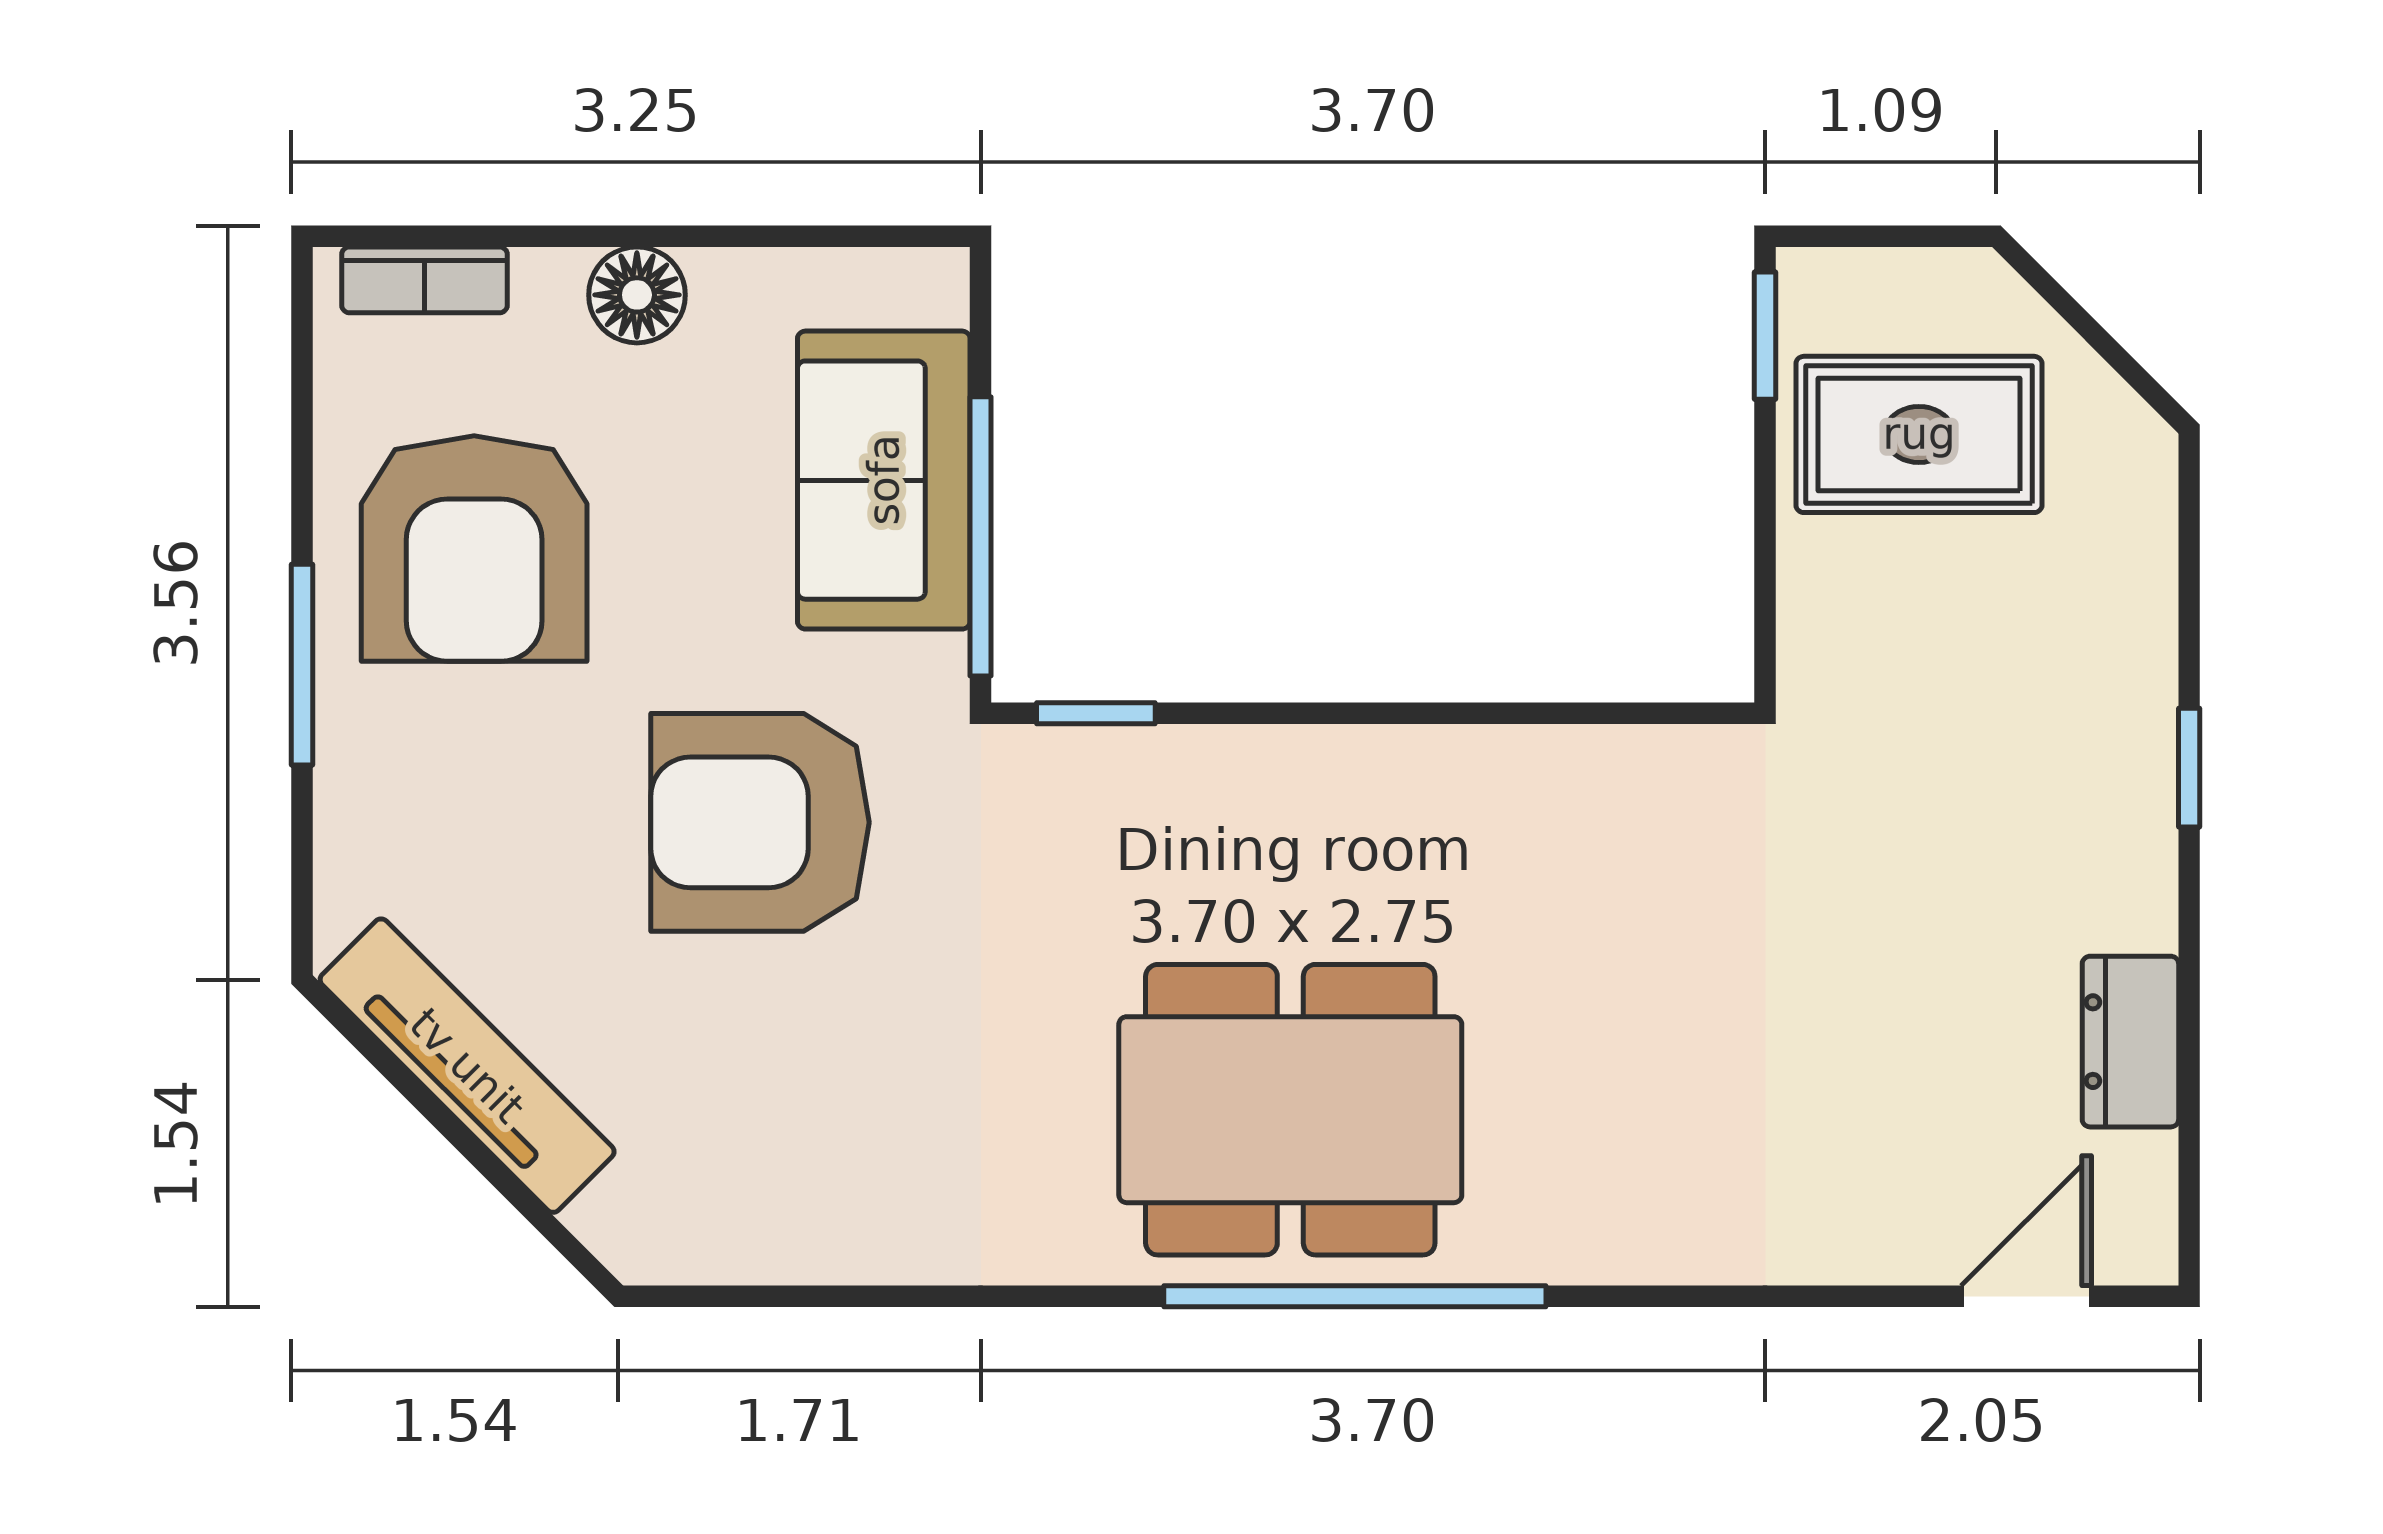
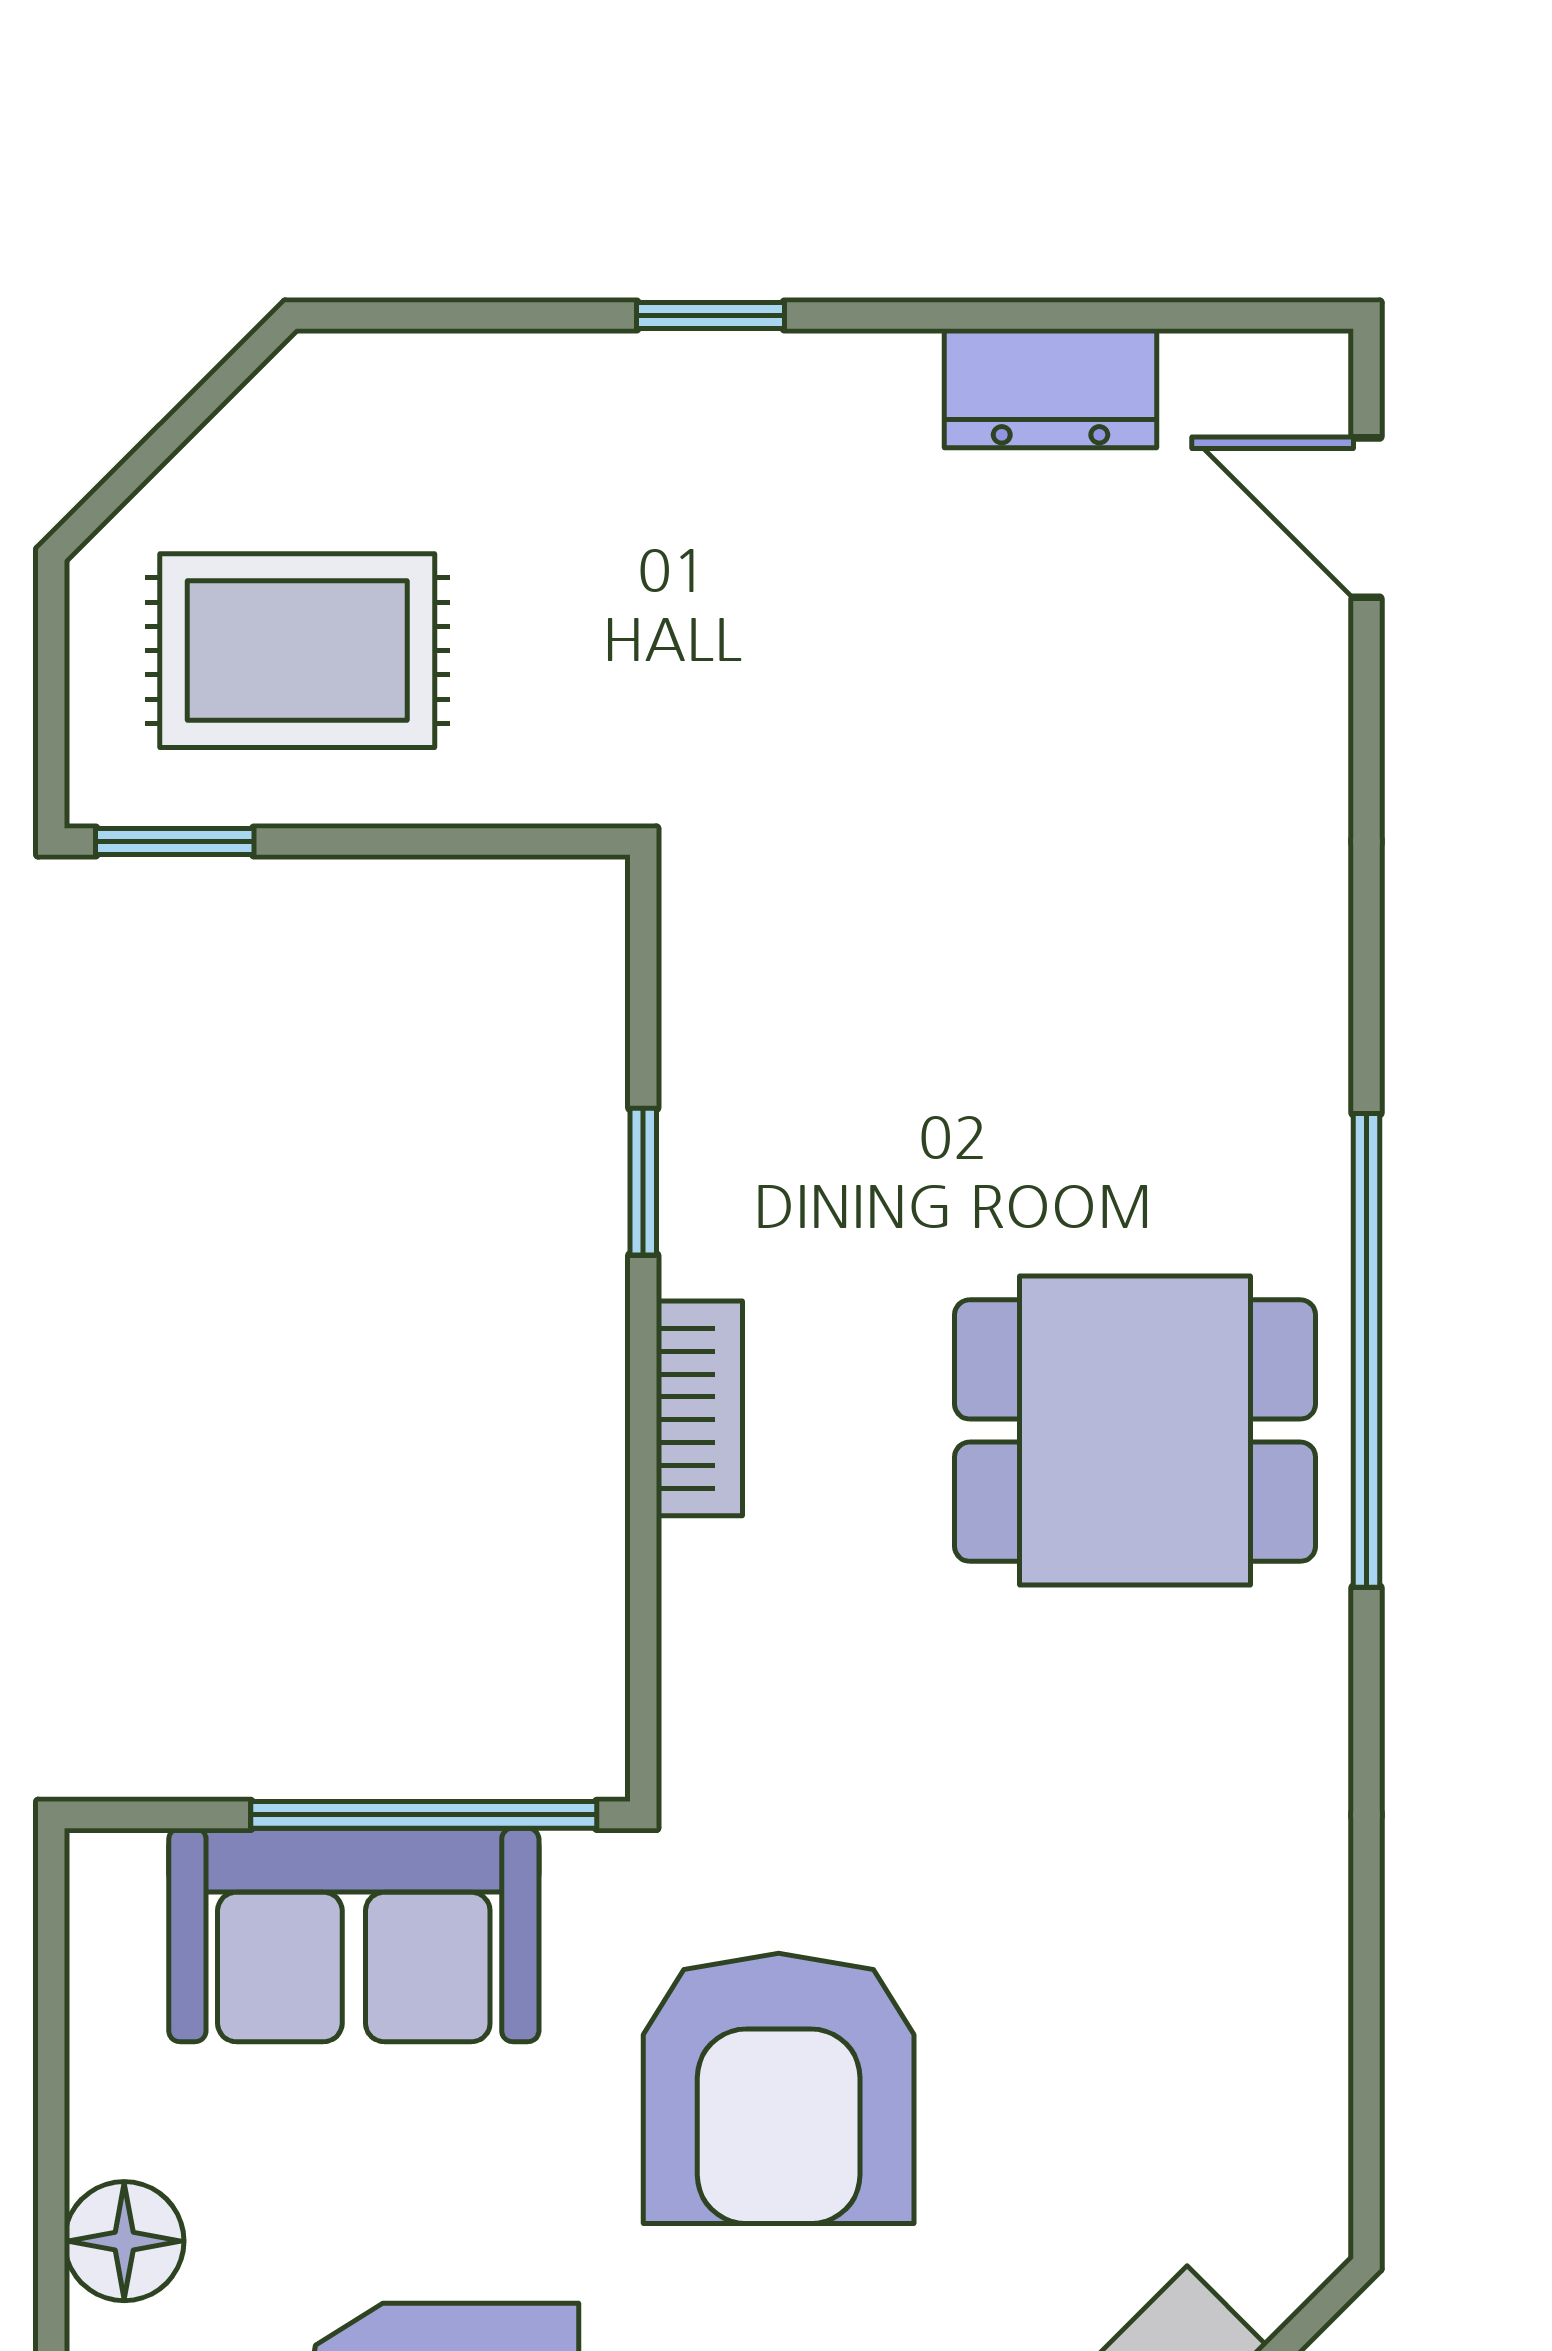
rug: (1919, 434) -> (297, 651), turned 90
window: (1096, 713) -> (643, 1182), moved
bookcase: (1308, 758) -> (699, 1408), added
dining table: (1290, 1110) -> (1135, 1431), width x0.73

